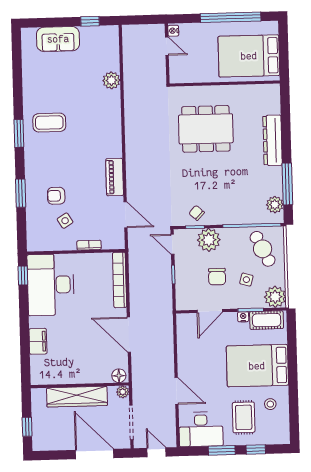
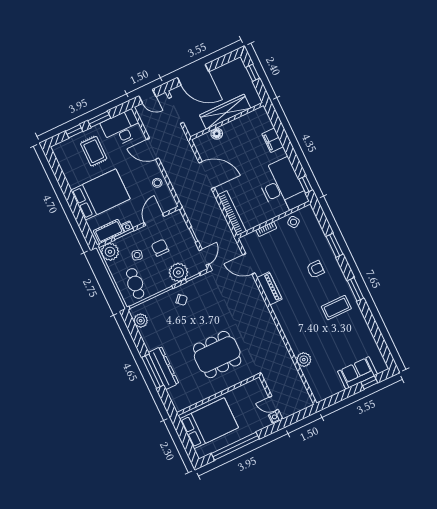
window: (90, 21) -> (369, 383), moved
window: (287, 184) -> (153, 371), moved
armchair: (56, 196) -> (315, 269), moved
chair: (197, 213) -> (182, 300), moved
side table: (65, 221) -> (293, 222), moved
door: (172, 244) -> (204, 257), hinge flipped
cafe table: (263, 249) -> (135, 283), turned 33
floor lamp: (119, 376) -> (217, 134), moved
plant: (123, 392) -> (193, 130), removed
stool: (270, 404) -> (157, 183), moved

